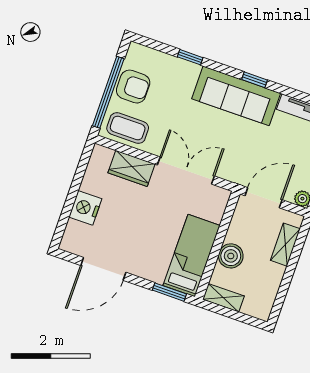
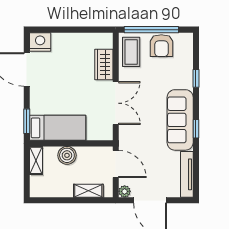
nightstand: (85, 208) -> (40, 42), moved

